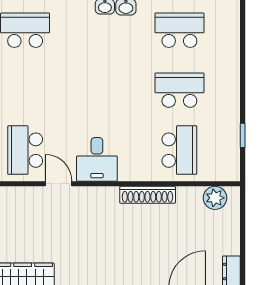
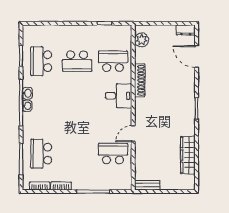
school desk: (179, 90) -> (77, 61), turned -90
school desk: (25, 150) -> (113, 154), turned 180
desk: (97, 159) -> (119, 96), moved

